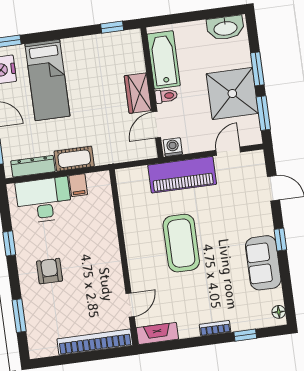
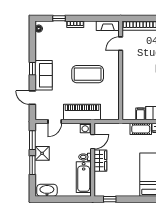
shower: (232, 94) -> (42, 153), width x0.54, depth x0.54
coffee table: (181, 243) -> (88, 74), turned 90
sofa: (263, 263) -> (44, 75), moved

